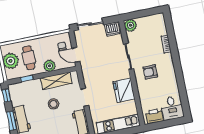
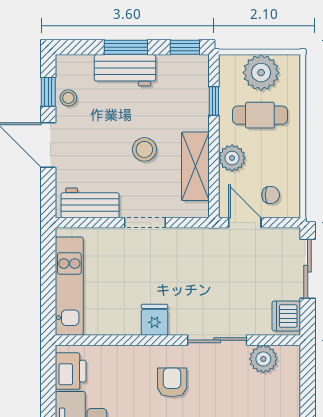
plant: (130, 25) -> (263, 359), moved
door: (76, 55) -> (245, 223), hinge flipped
fridge: (124, 90) -> (155, 320), width x0.53, depth x0.75

